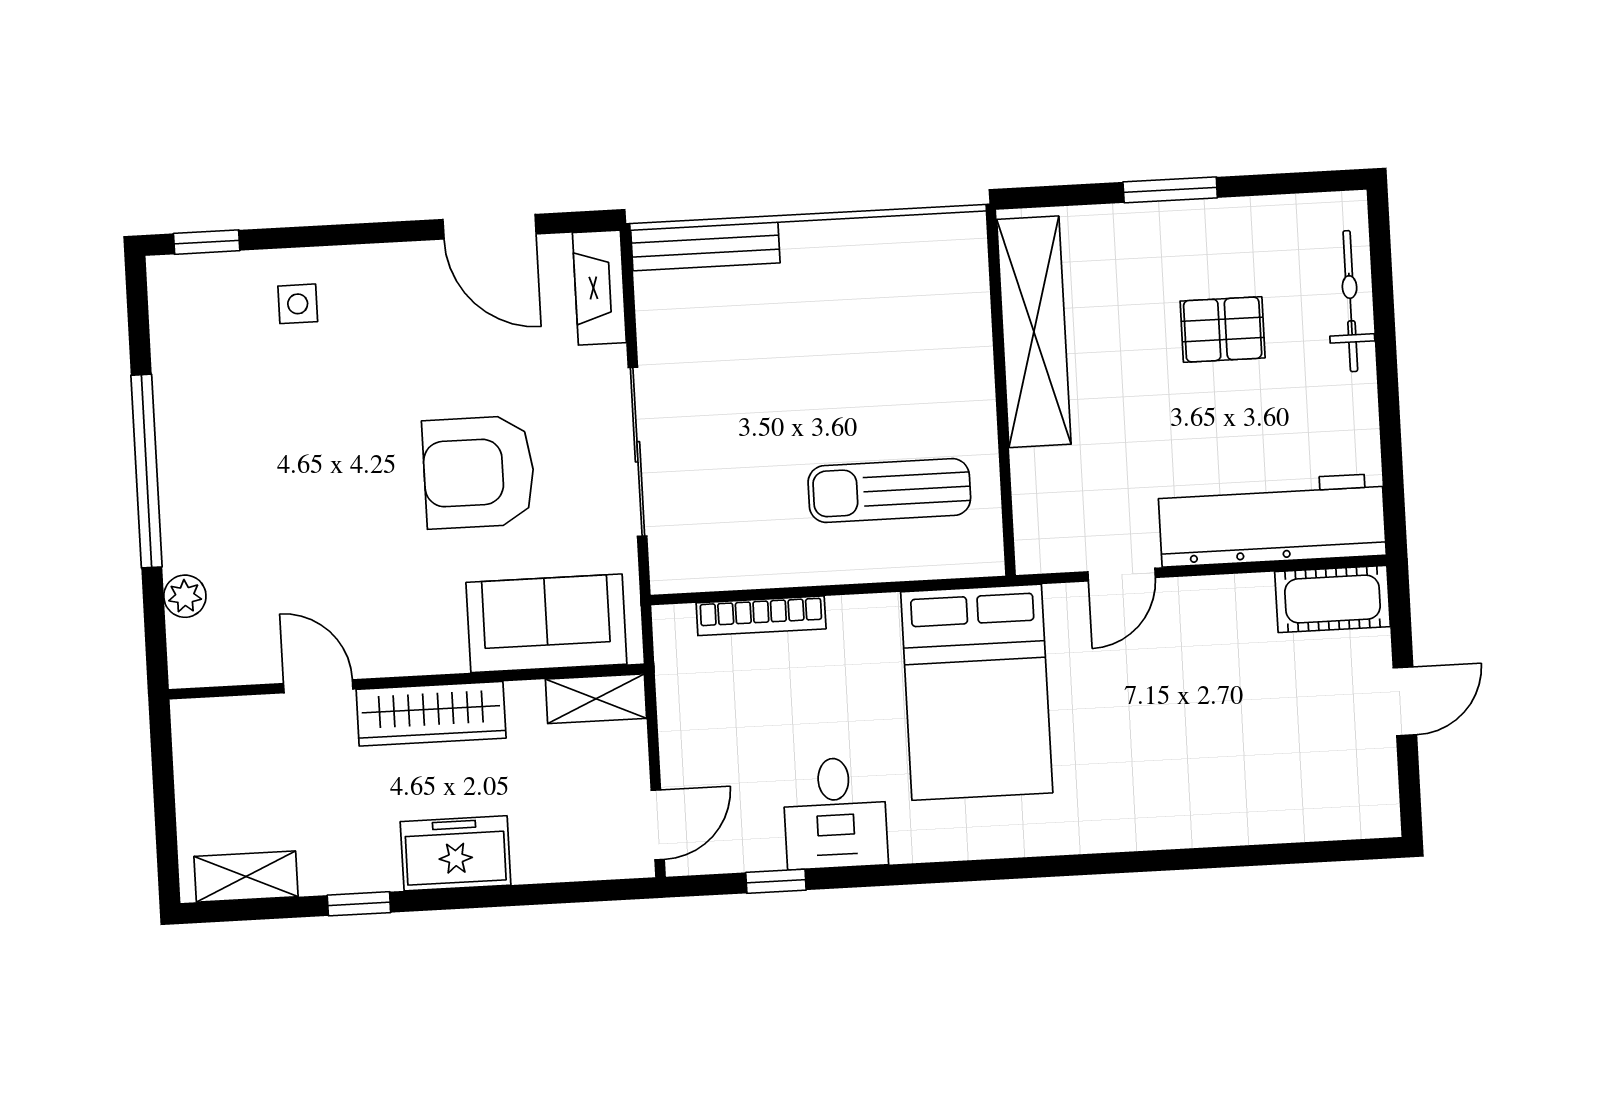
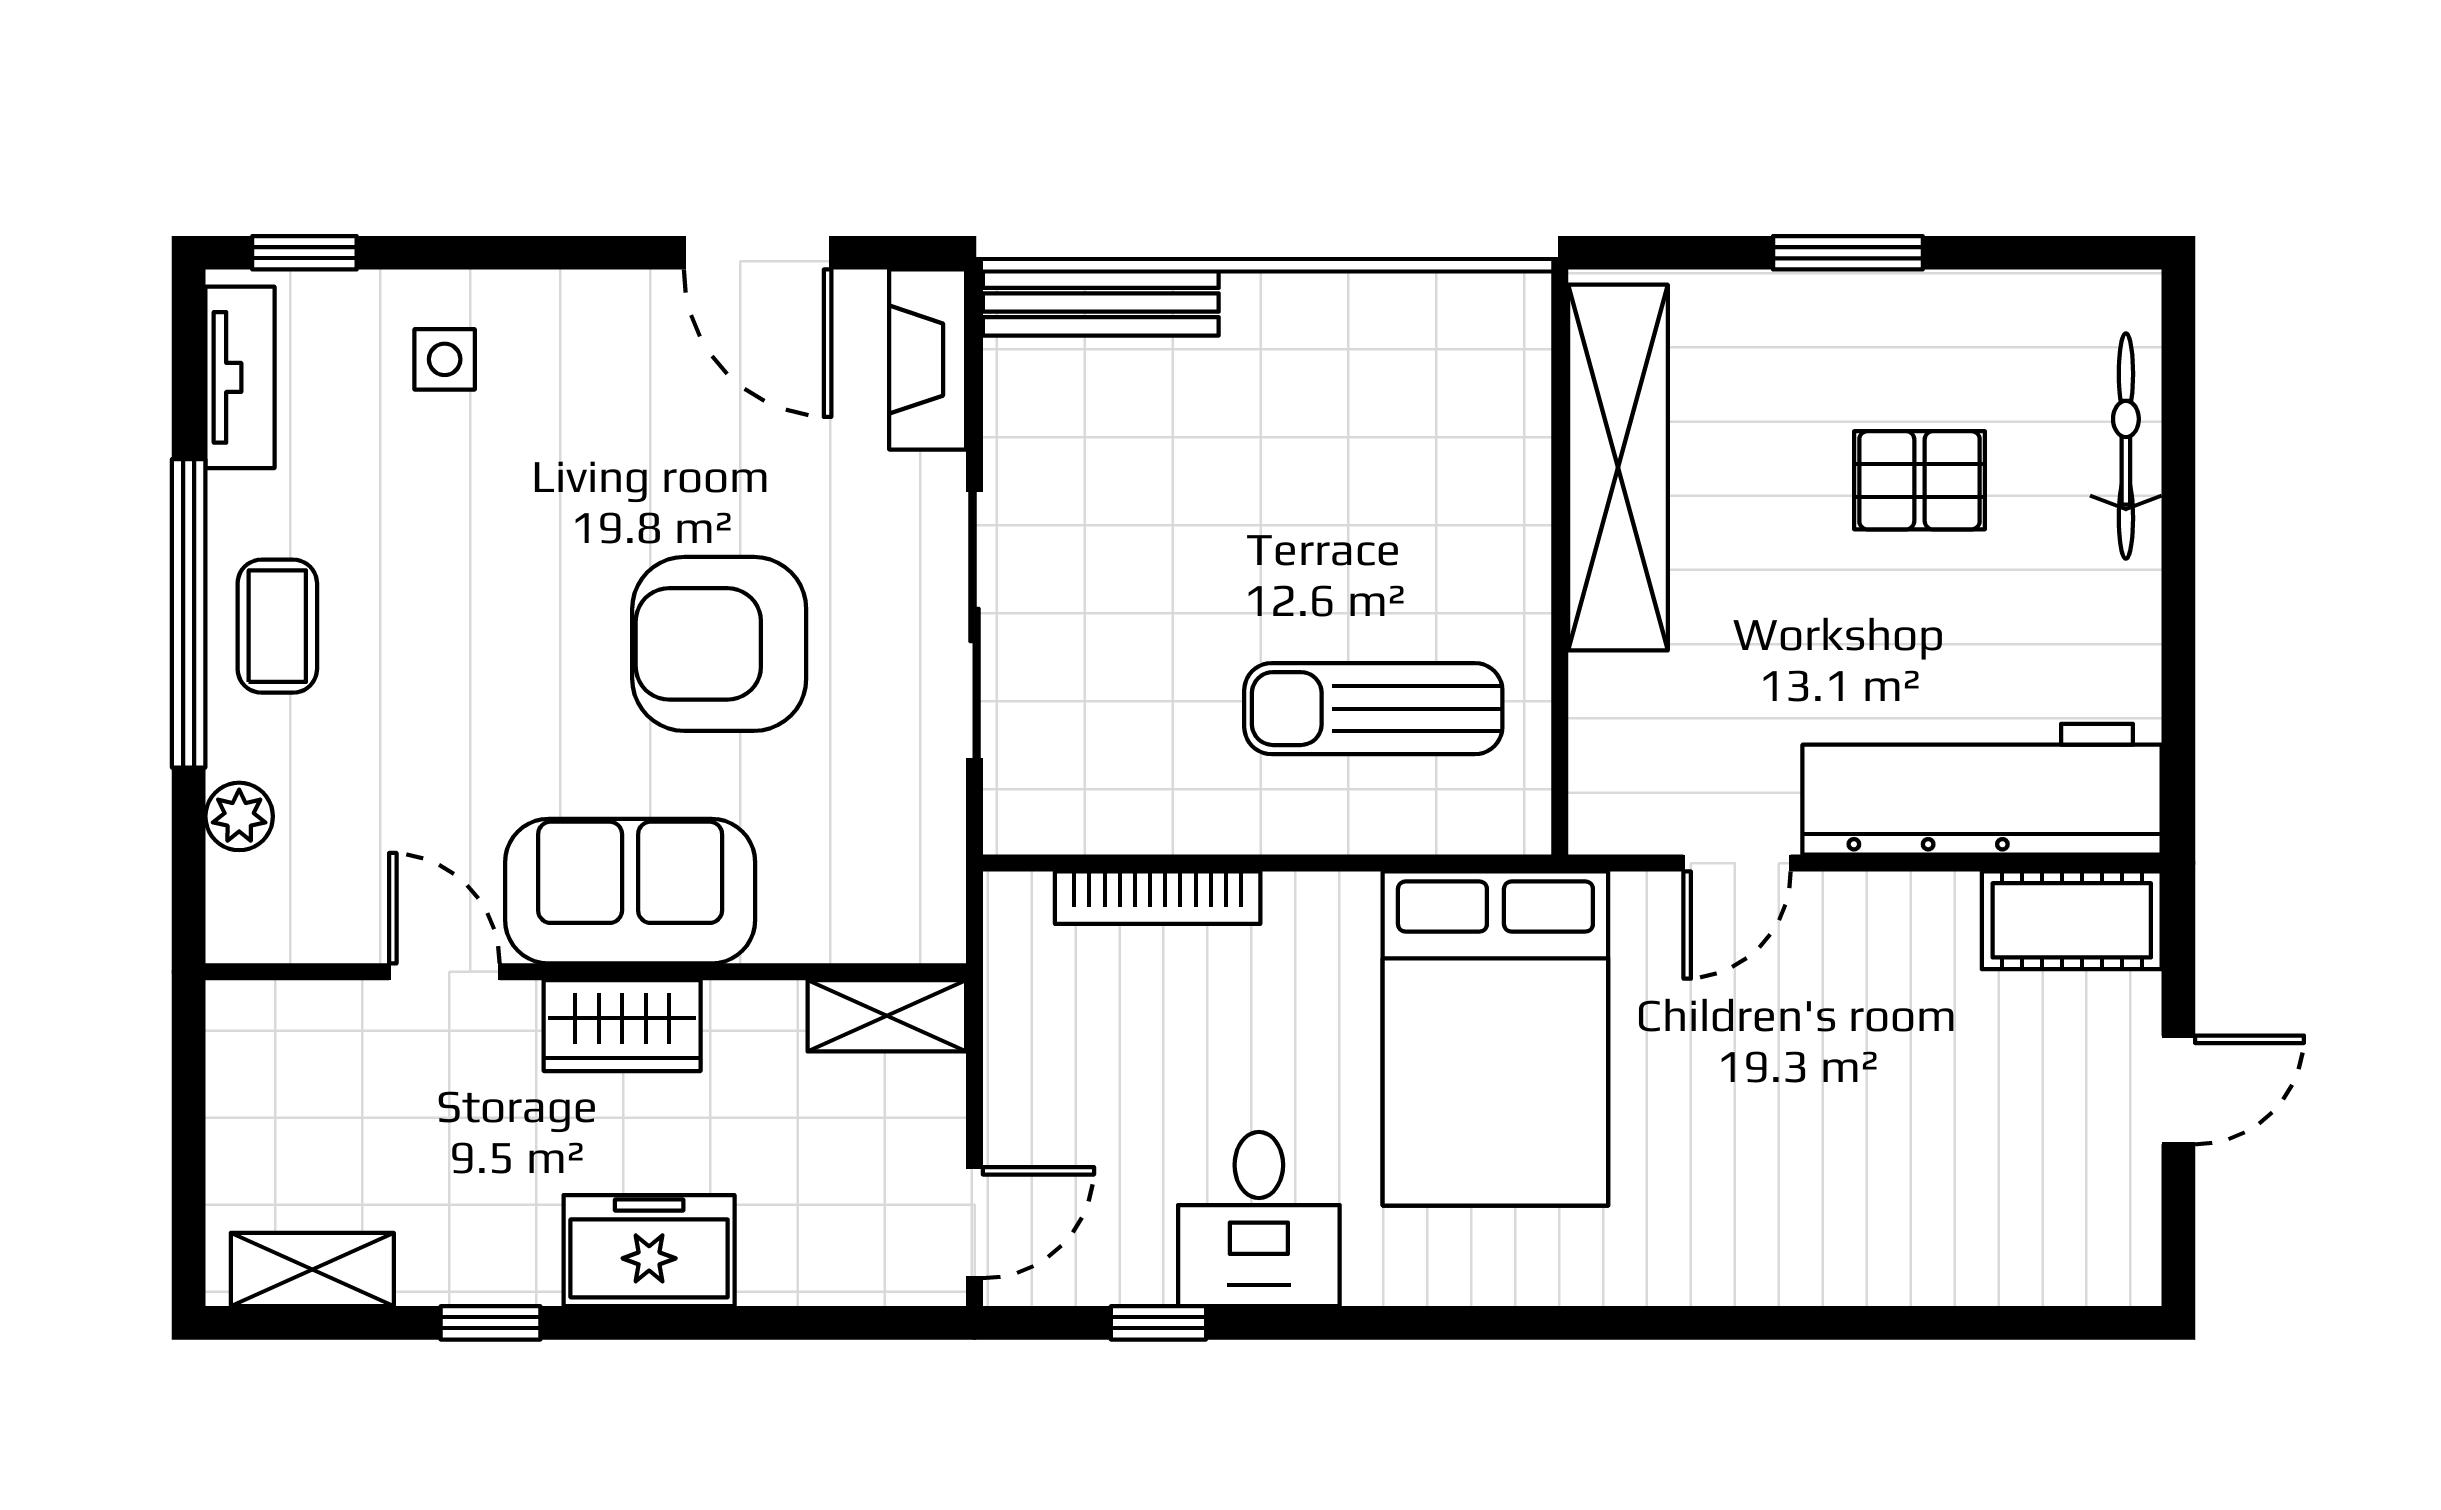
tv unit: (171, 322) -> (240, 377), added
coffee table: (202, 476) -> (277, 626), added
sofa: (546, 623) -> (630, 891), moved
wardrobe: (431, 714) -> (622, 1026), width x0.67

